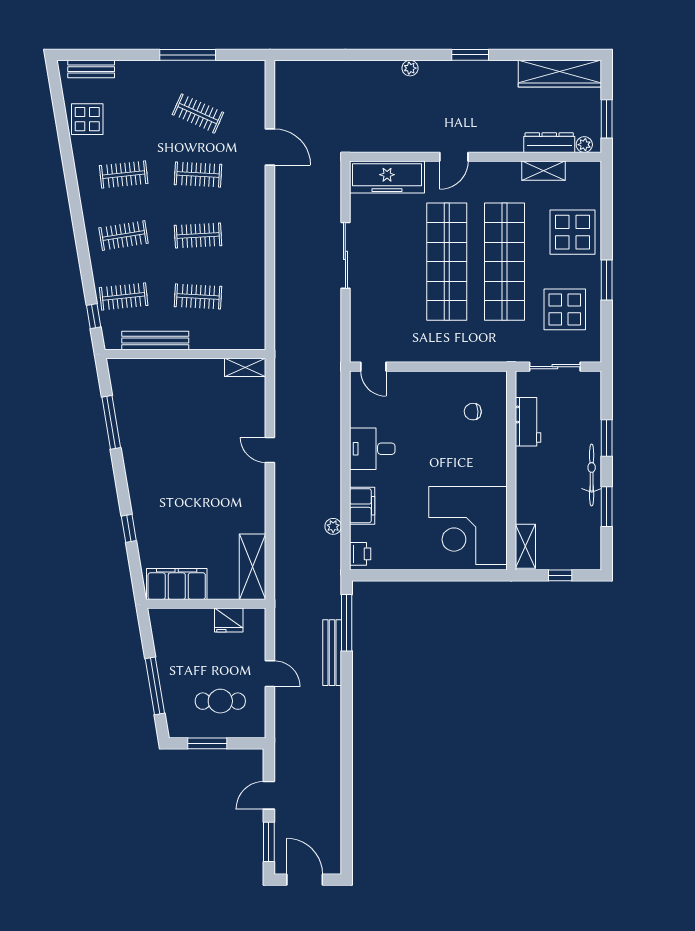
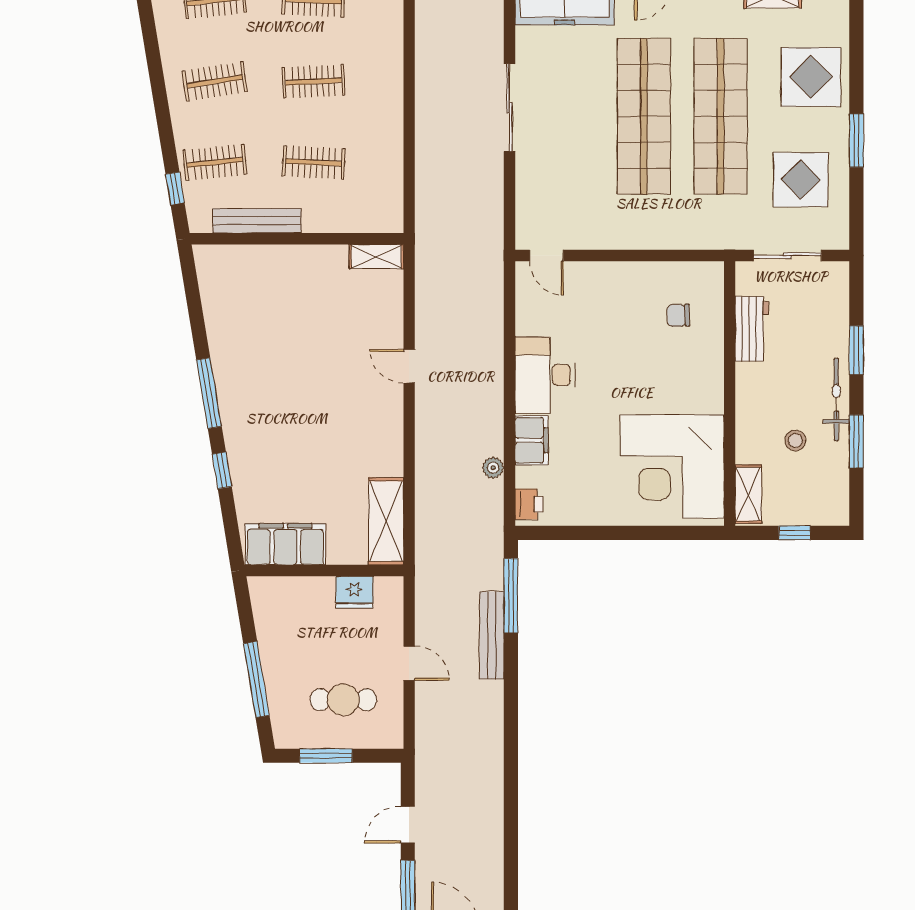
window: (111, 422) -> (209, 393), moved
desk: (372, 449) -> (545, 375), width x1.37
stool: (561, 506) -> (795, 441), added

